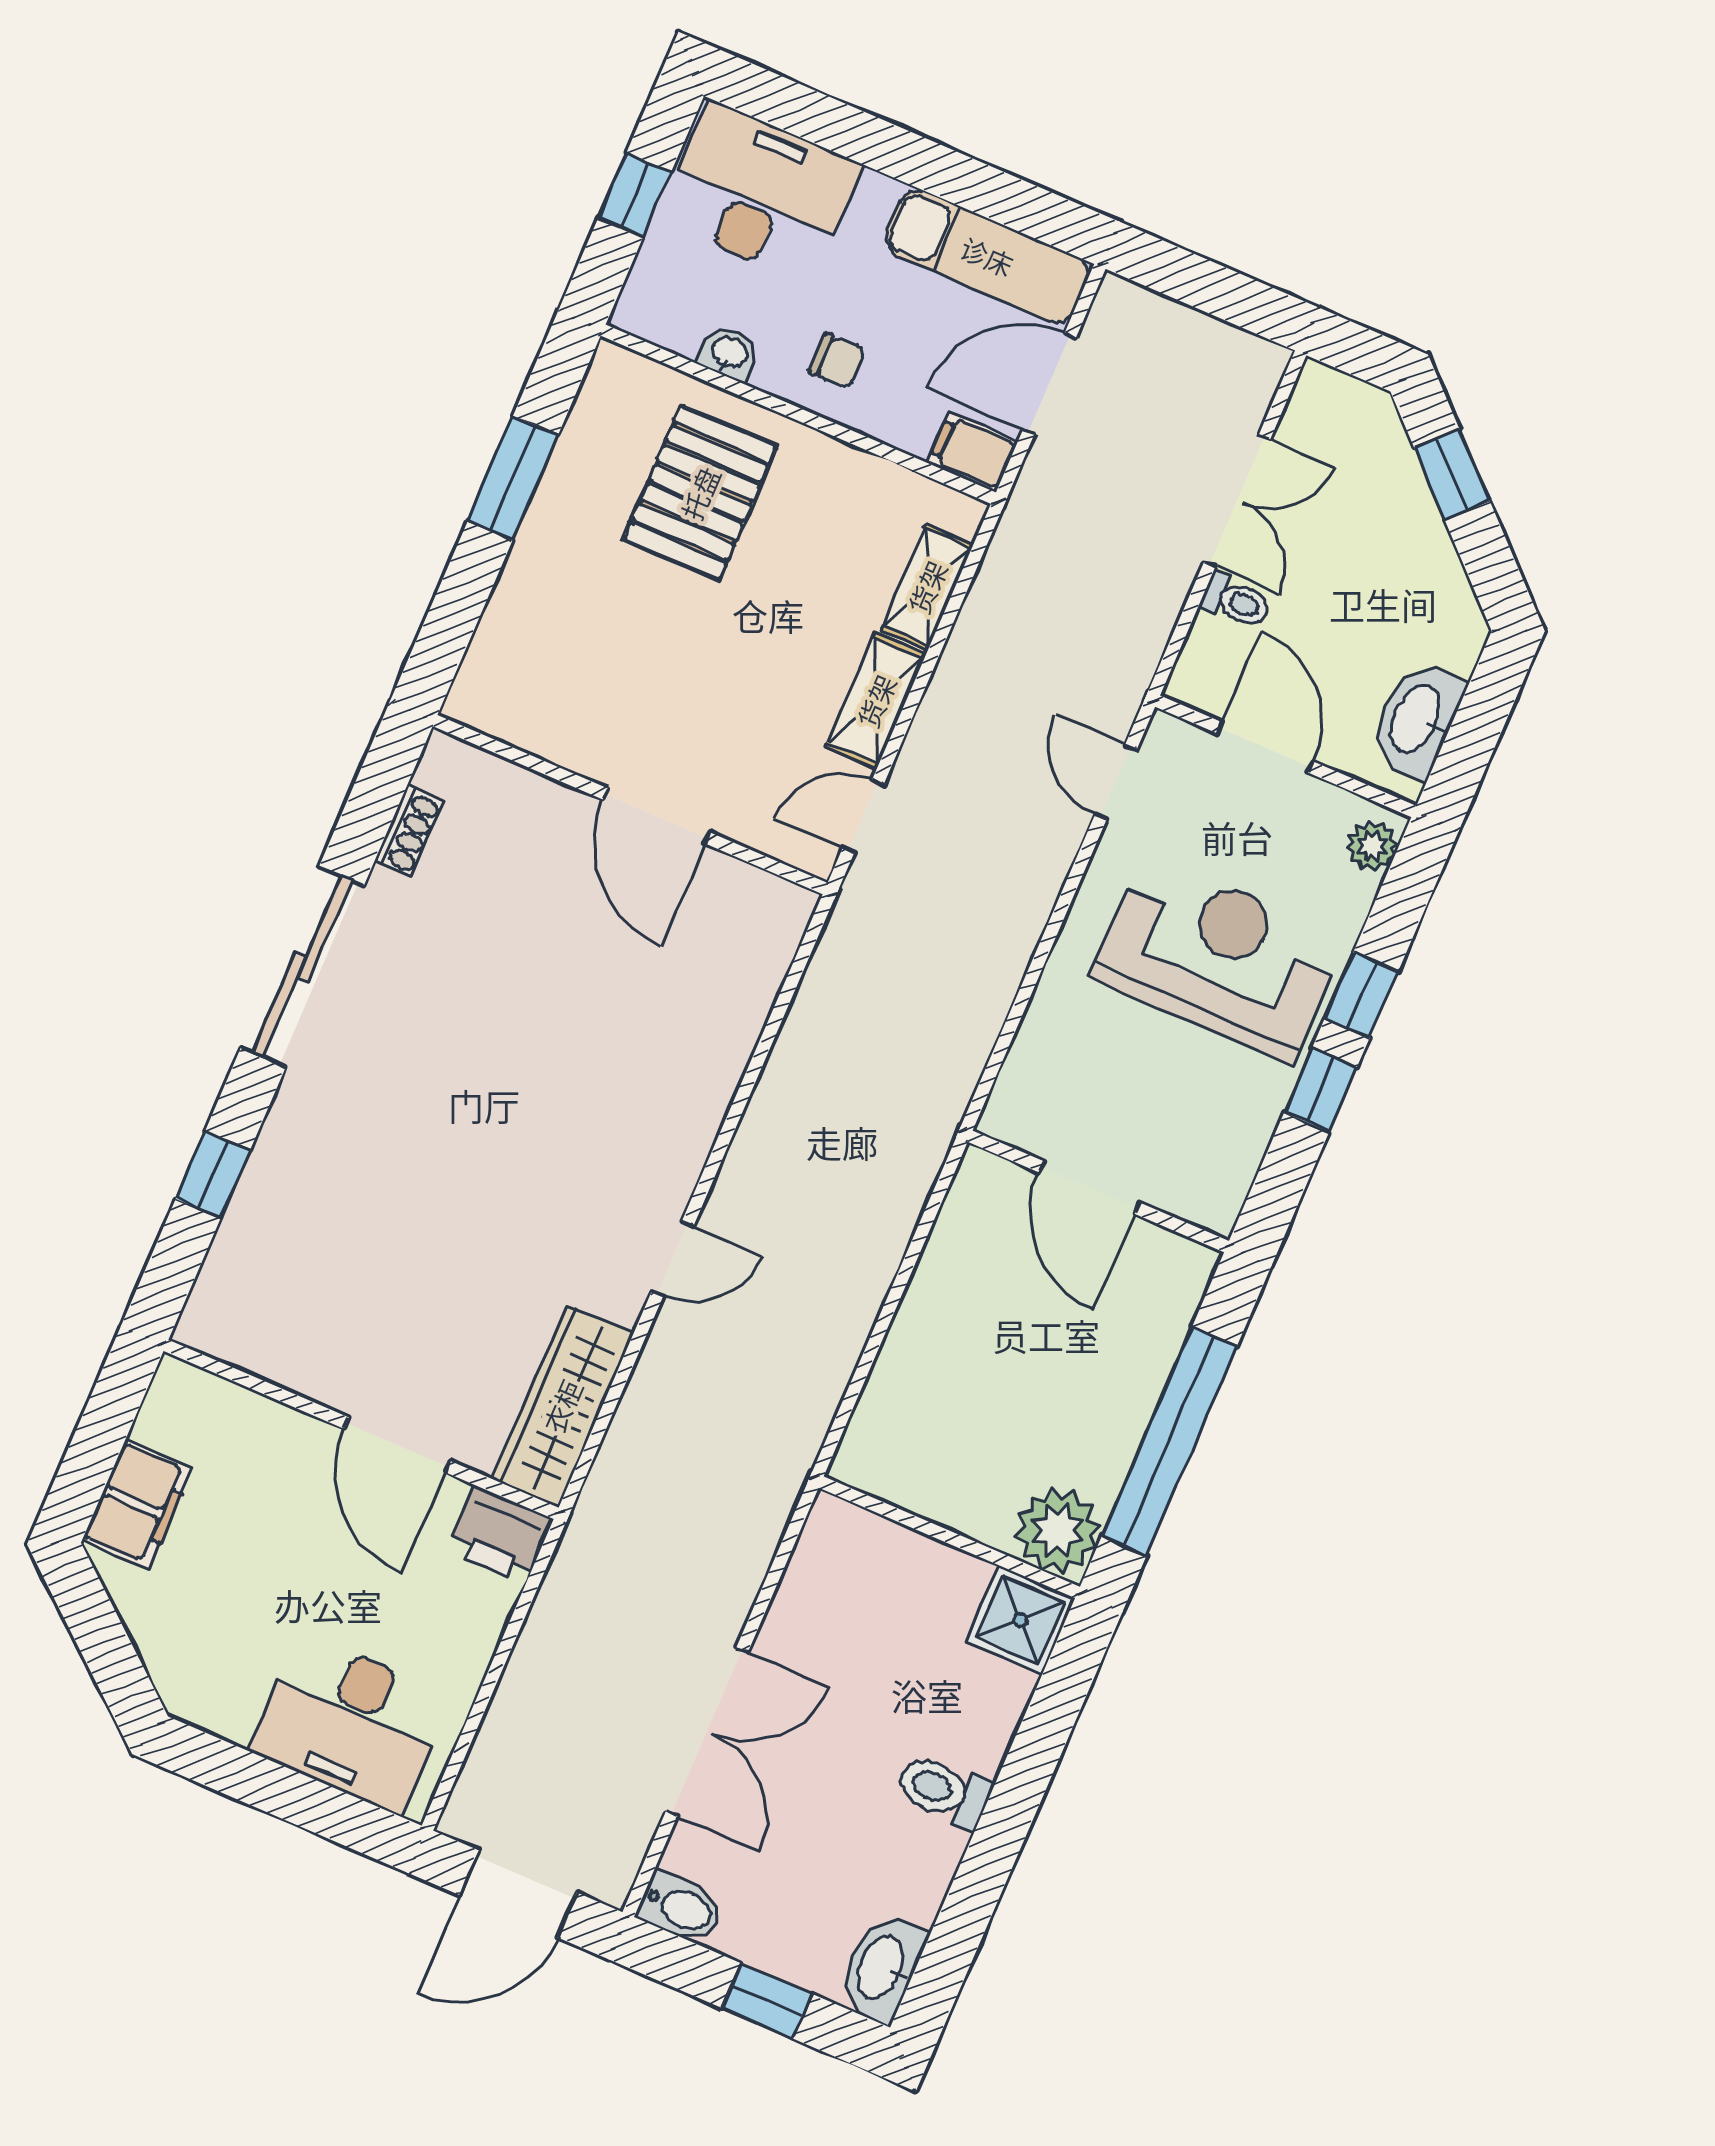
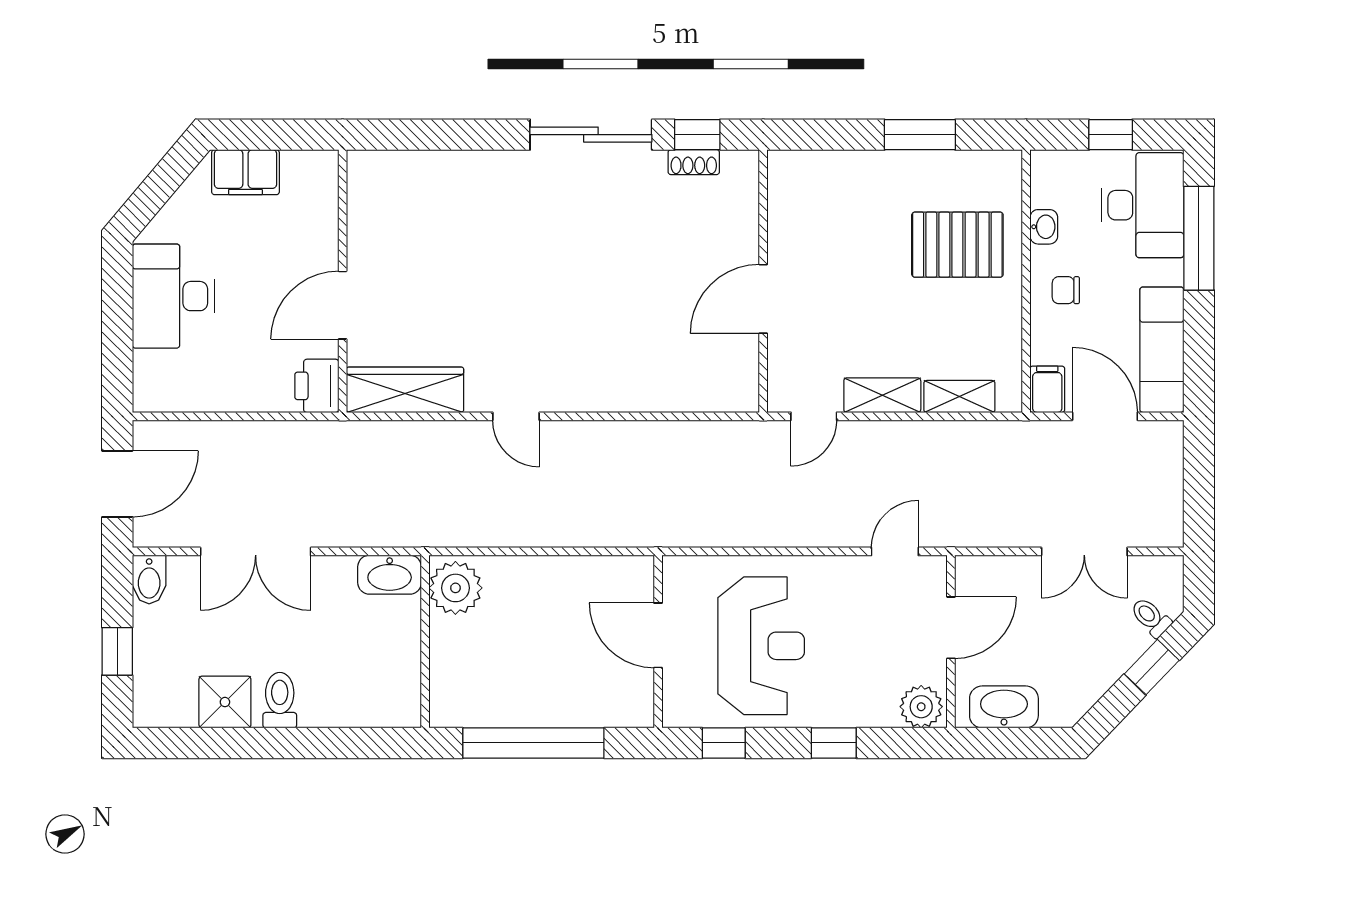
window: (845, 130) -> (1199, 238), added
chair: (837, 361) -> (1066, 290), turned 90
toilet: (1236, 601) -> (1151, 617), moved, turned 134
door: (863, 816) -> (814, 416), swing flipped
plant: (1372, 846) -> (921, 707), width x1.38, depth x1.38
reception desk: (1219, 958) -> (761, 646), moved
window: (1320, 1090) -> (724, 743), moved
window: (213, 1175) -> (697, 135), moved
door: (1089, 1187) -> (658, 635), hinge flipped
plant: (1058, 1531) -> (455, 588), moved
shower: (1020, 1620) -> (225, 702), moved
desk: (350, 1723) -> (173, 296), moved
door: (518, 1894) -> (117, 484), swing flipped
washbasin: (882, 1968) -> (390, 575), moved, turned 180

